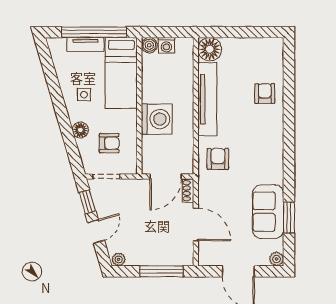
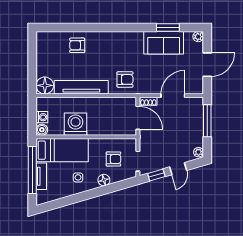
washing machine: (157, 119) -> (76, 124), moved
armchair: (109, 143) -> (113, 159), turned 90
armchair: (218, 159) -> (125, 79), turned 180
door: (96, 231) -> (178, 169), swing flipped

